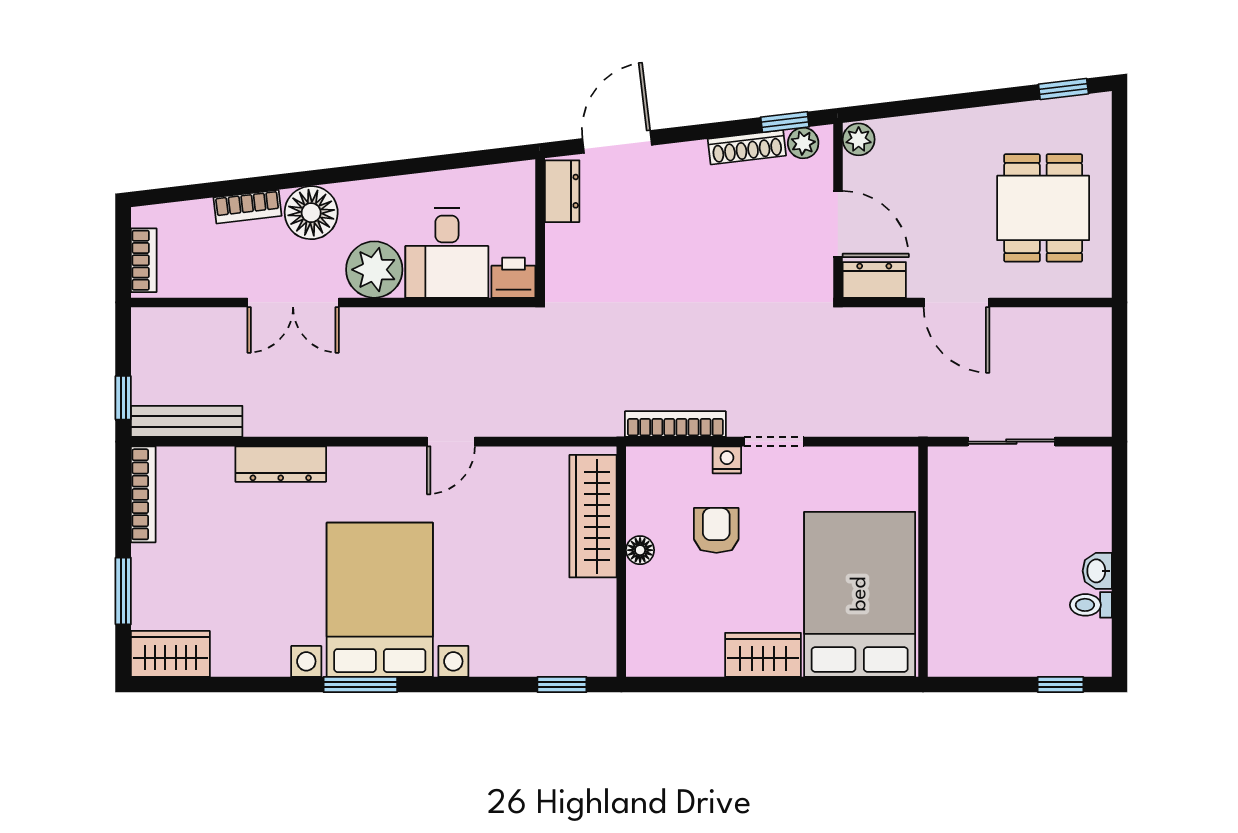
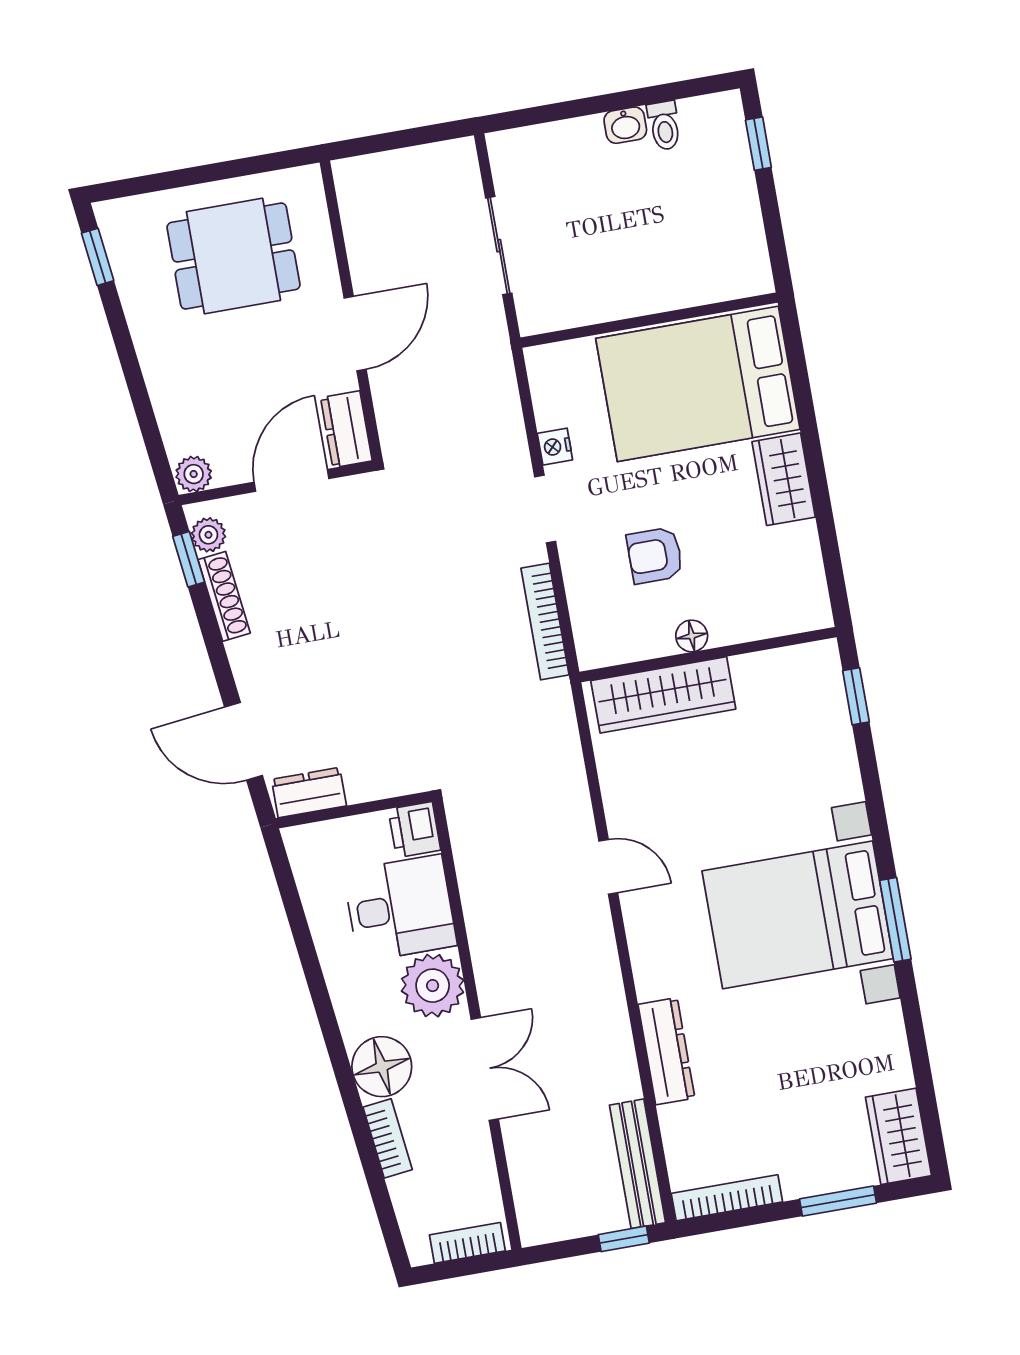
nightstand: (727, 460) -> (555, 447), moved

